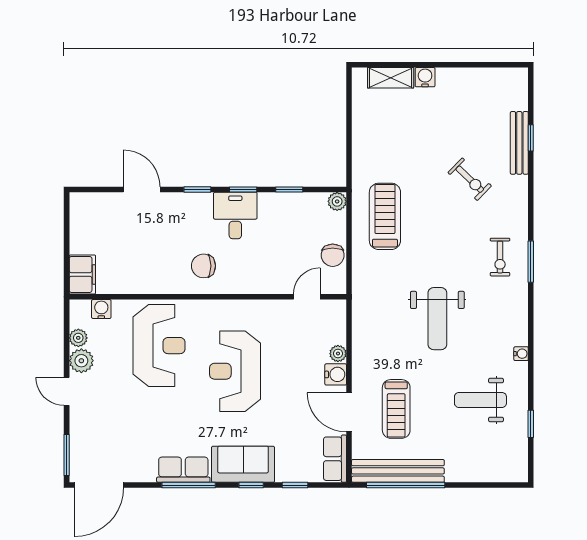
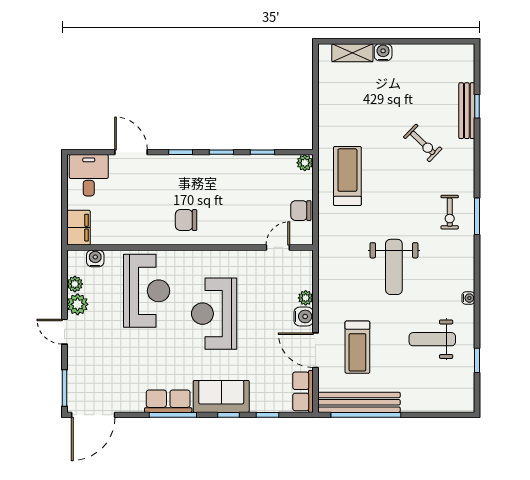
desk: (235, 216) -> (89, 175), moved
chair: (333, 255) -> (301, 211), turned 90

